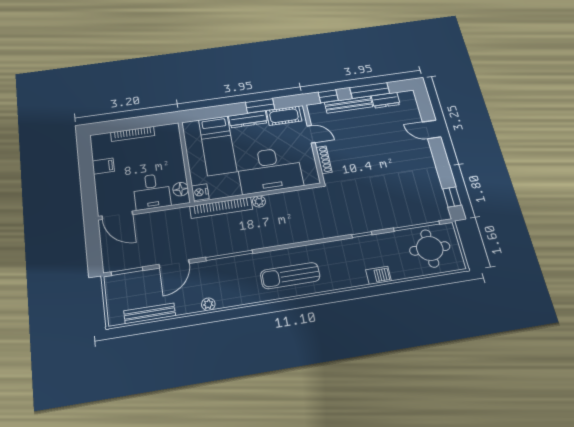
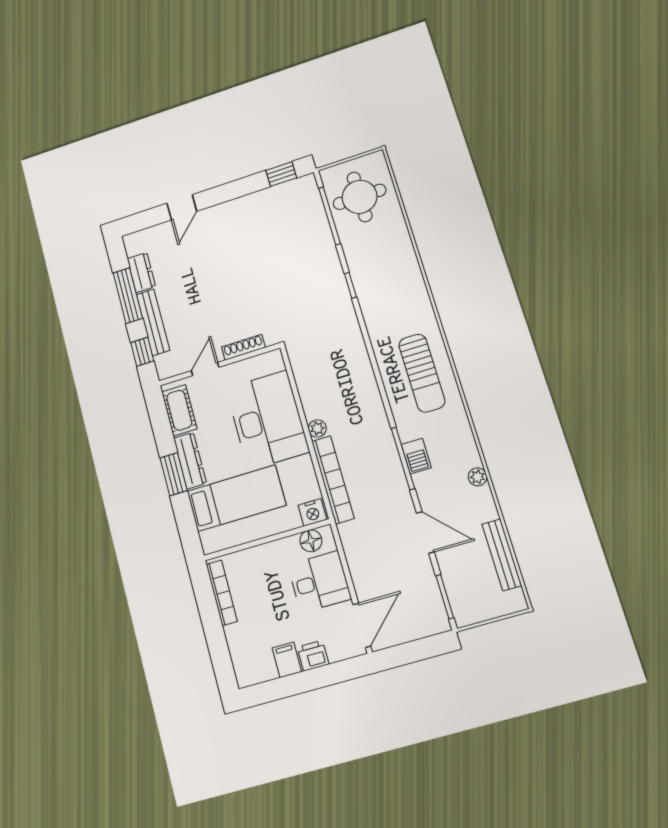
window: (260, 106) -> (174, 474), moved
bookcase: (133, 134) -> (222, 593), moved
printer: (103, 182) -> (313, 656), added
barbecue: (379, 275) -> (416, 456), moved, turned 180

